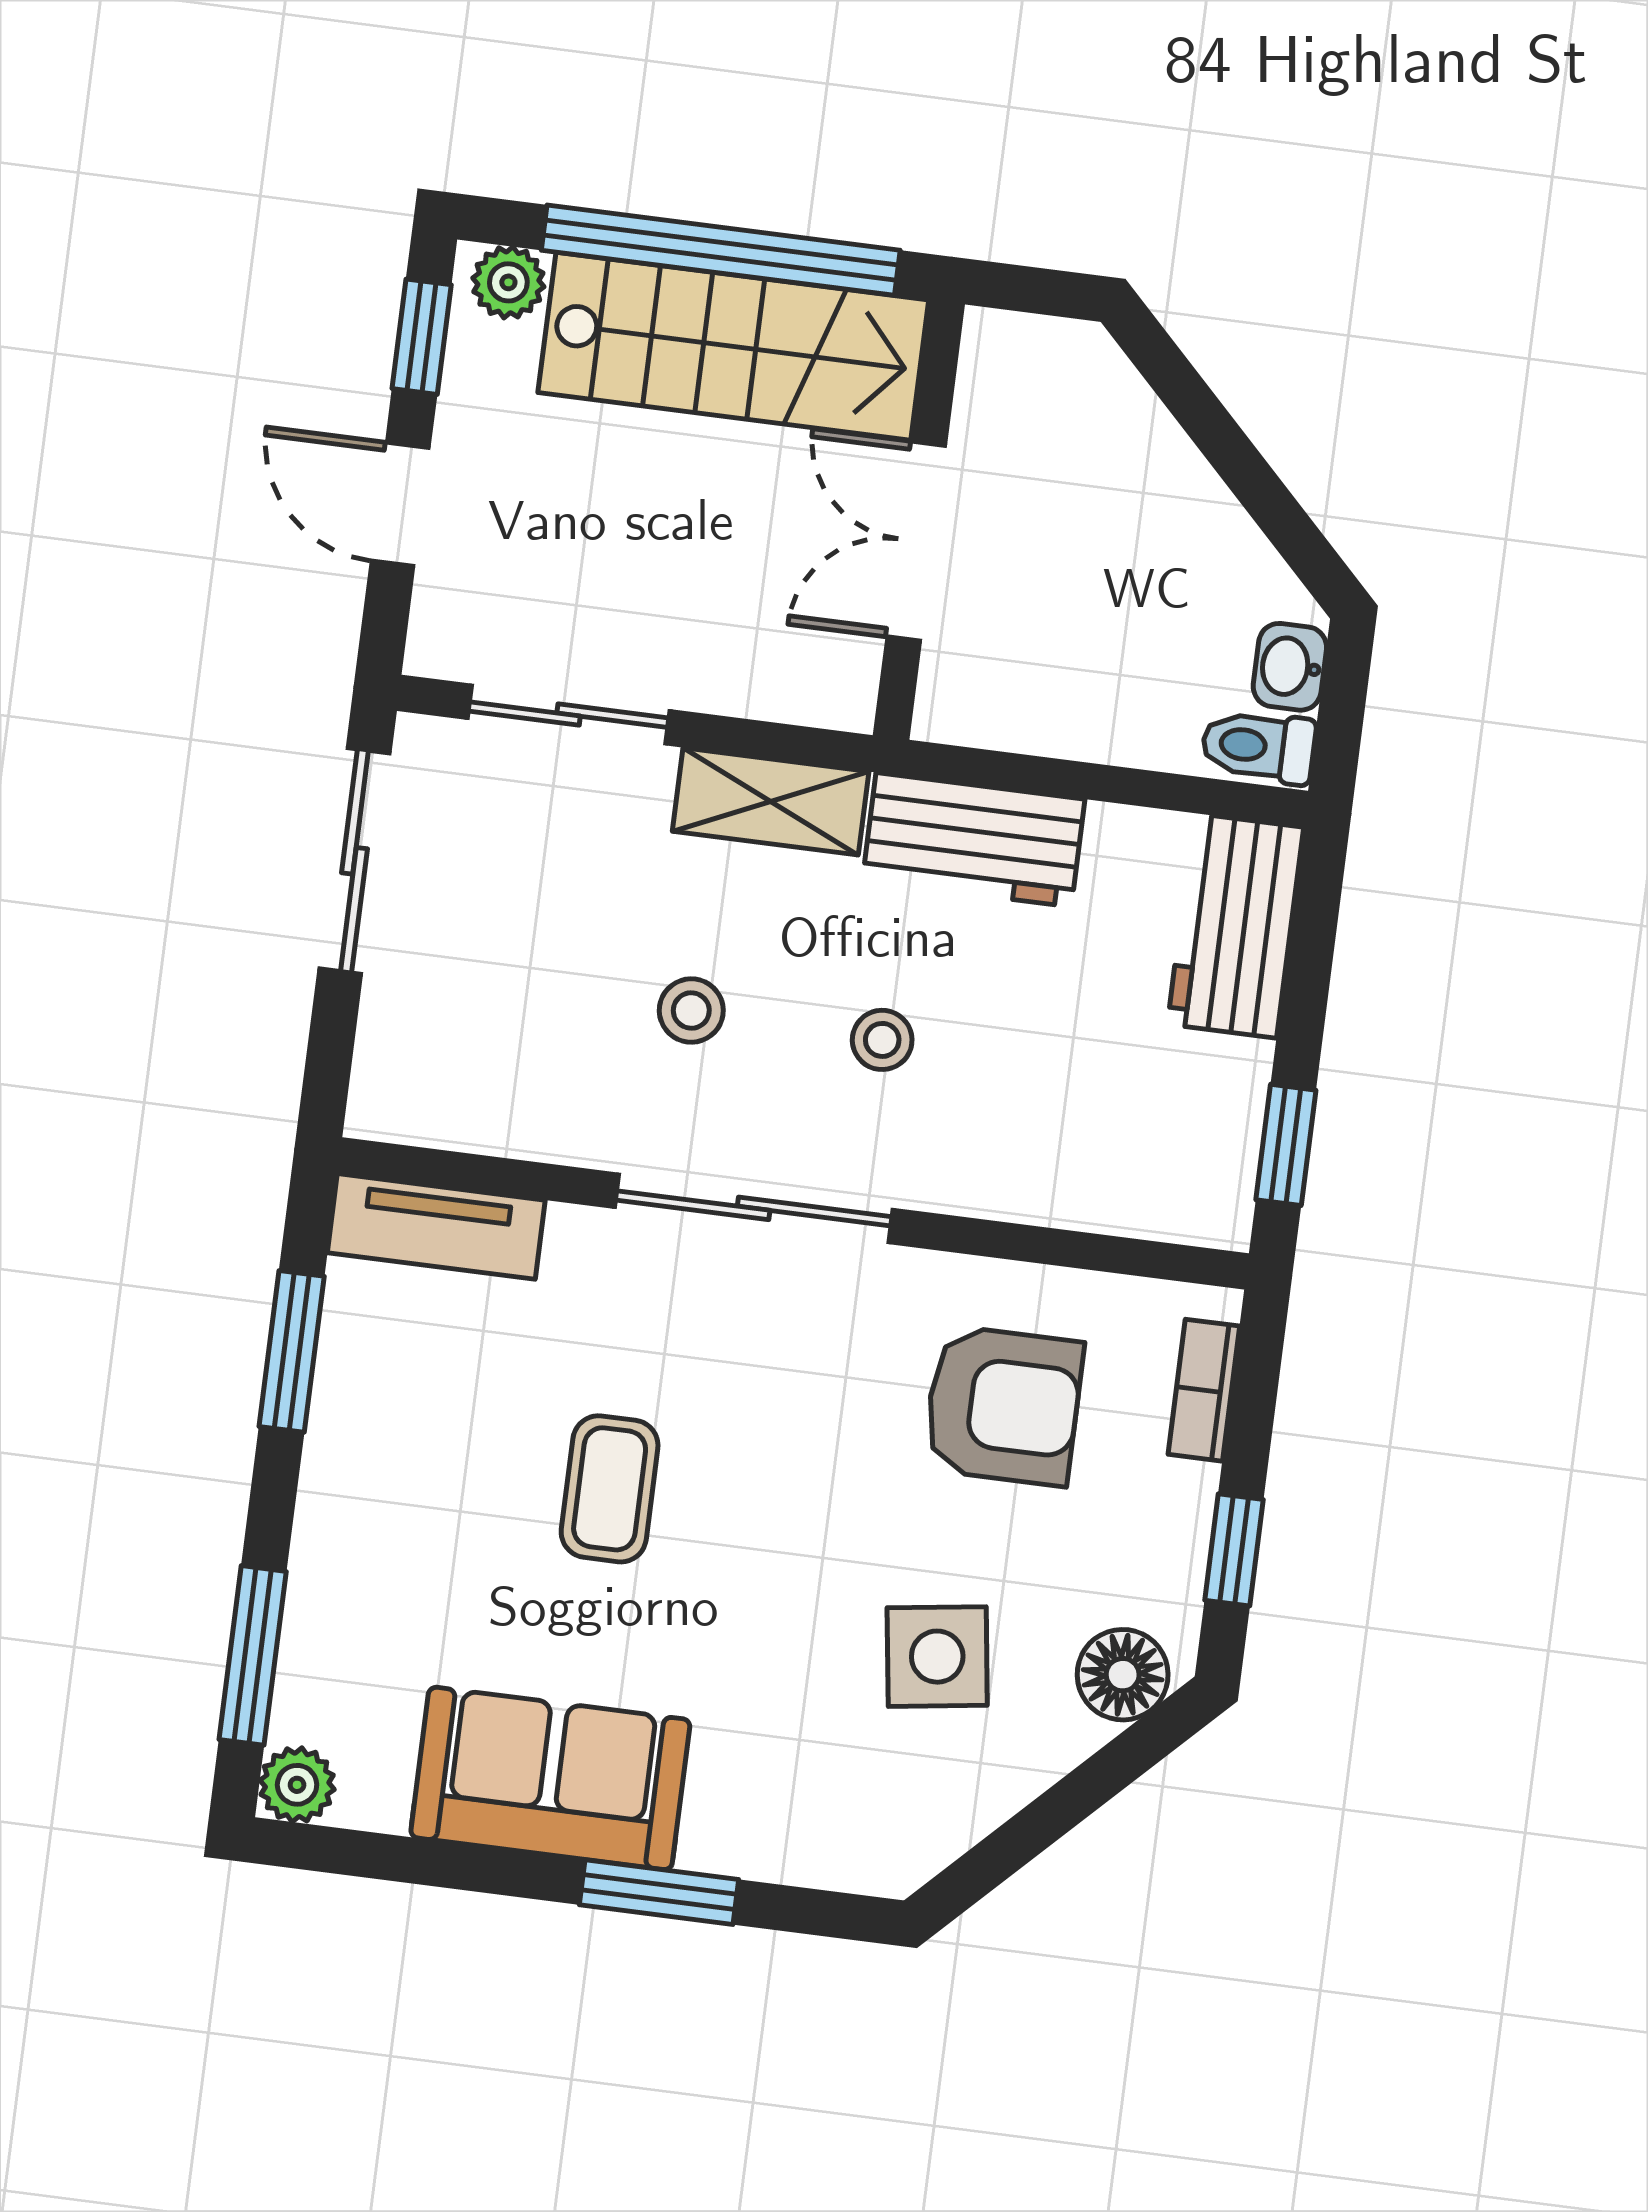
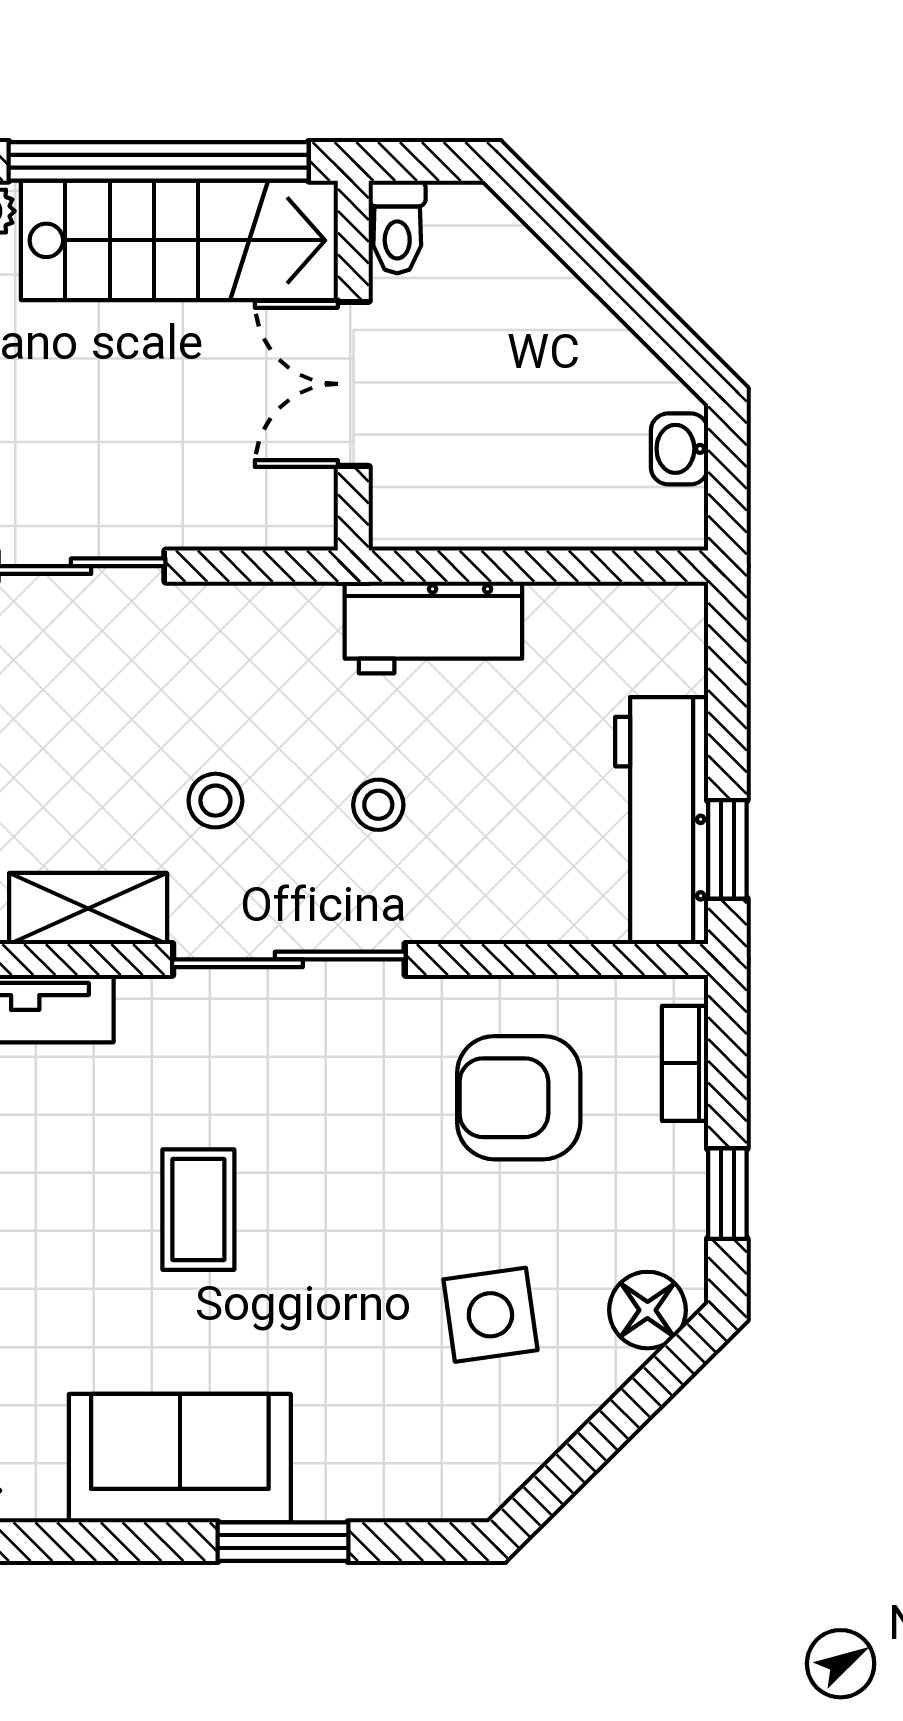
toilet: (1258, 746) -> (397, 227), moved, turned -90
shelving: (771, 801) -> (88, 908), moved
workbench: (1235, 926) -> (662, 821), moved, width x1.38
armchair: (1003, 1406) -> (519, 1098), turned 180

